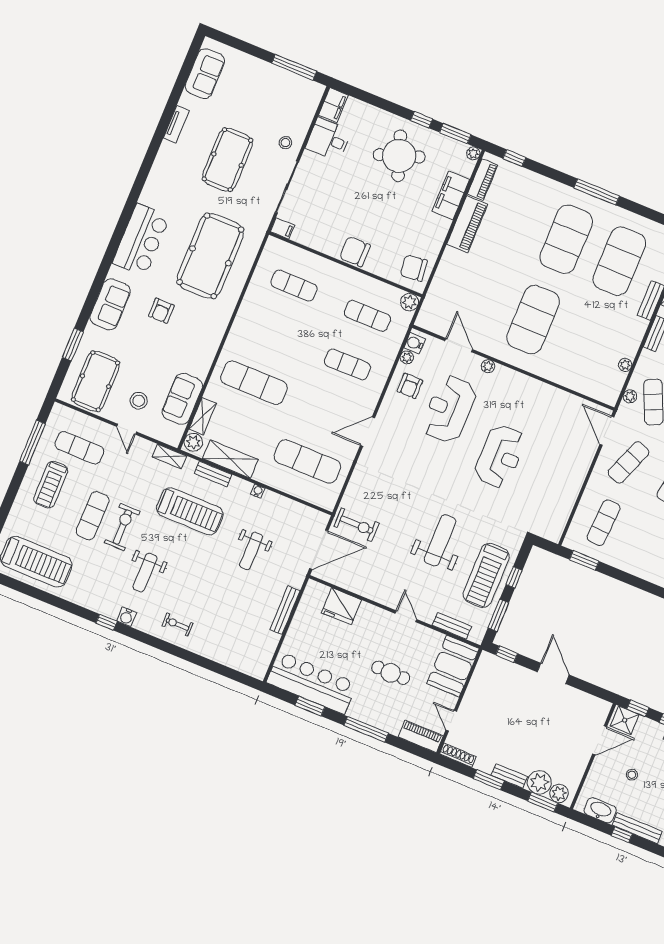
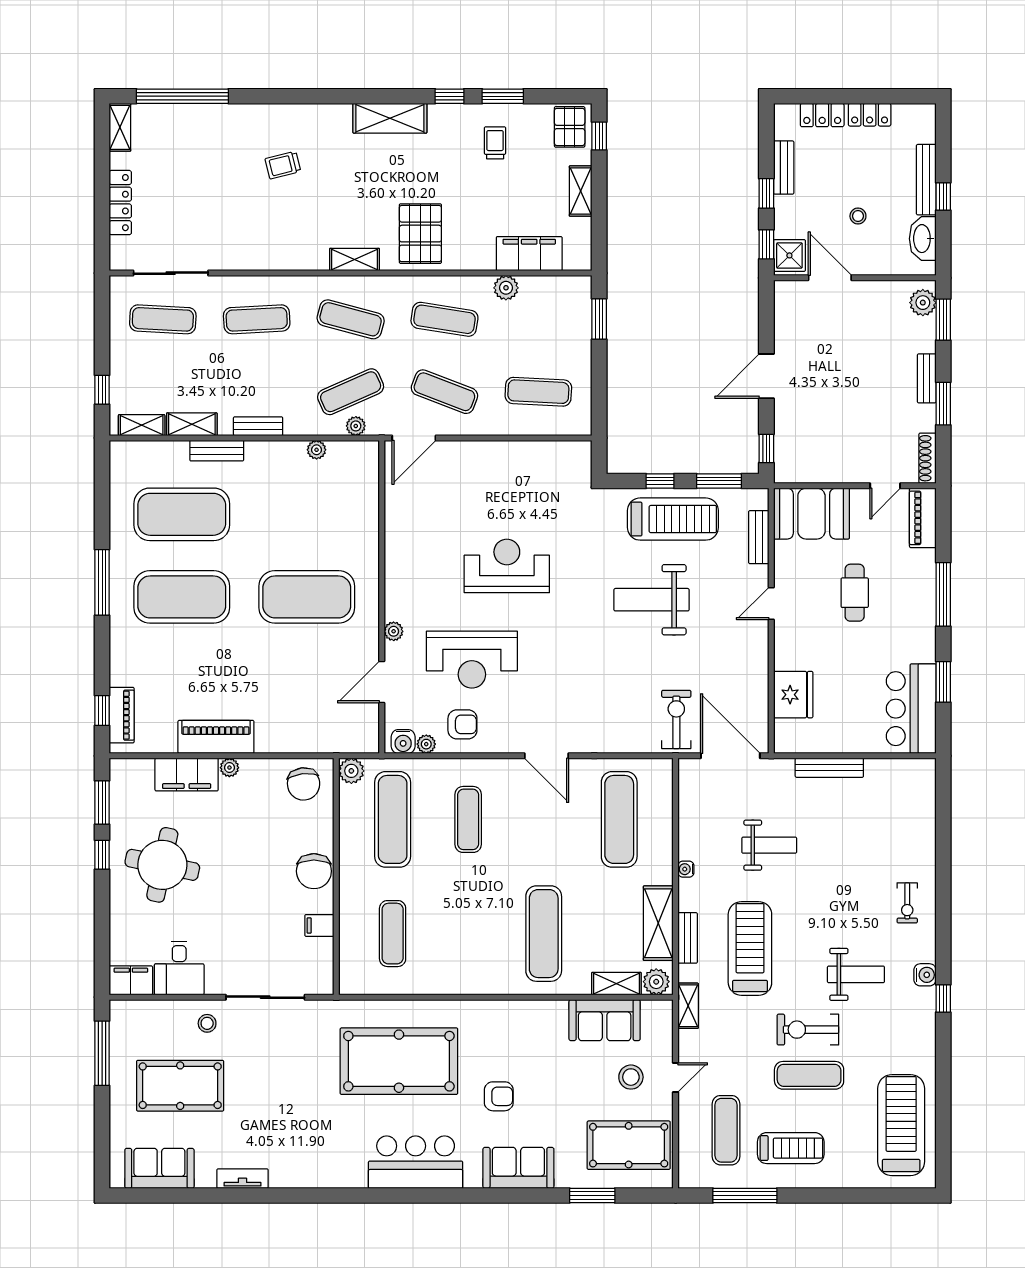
plant: (473, 153) -> (229, 768), moved
round table: (399, 156) -> (162, 865), turned 31
pool table: (227, 160) -> (180, 1086), moved
piano: (482, 180) -> (122, 715), moved, turned 90
filing cabinet: (282, 228) -> (319, 925), moved, turned -90
exercise mat: (367, 316) -> (393, 819), width x1.36, depth x1.45
window: (584, 560) -> (599, 319), moved
bar counter: (312, 683) -> (911, 709), width x0.73
plant: (539, 782) -> (919, 335), removed

